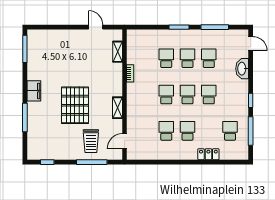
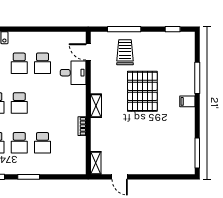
shelving: (118, 52) -> (96, 163), moved
filing cabinet: (34, 91) -> (187, 101), width x0.50
school desk: (166, 95) -> (42, 103), removed
shelving: (117, 108) -> (96, 106), moved
desk: (138, 122) -> (73, 73), added
door: (124, 141) -> (88, 52), swing flipped

